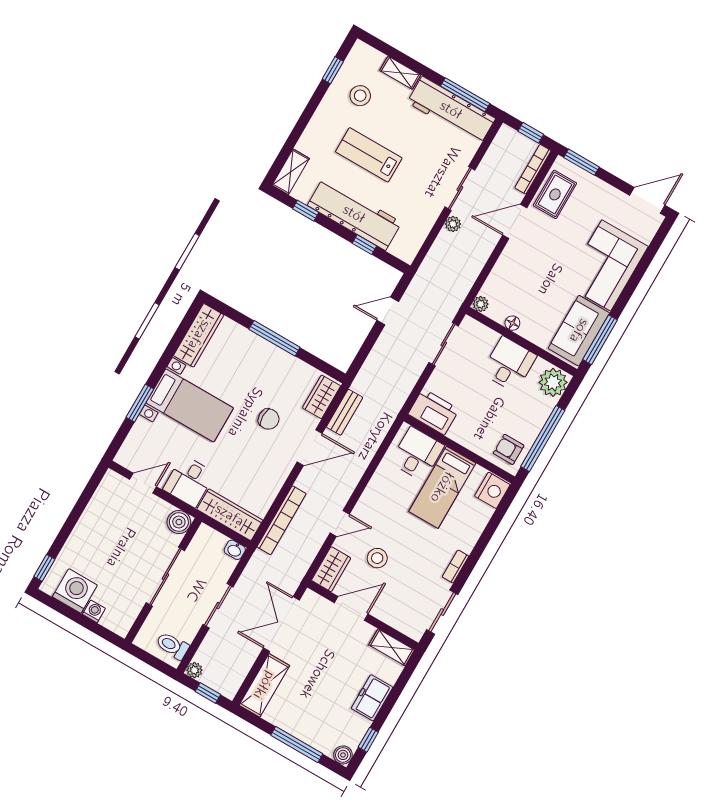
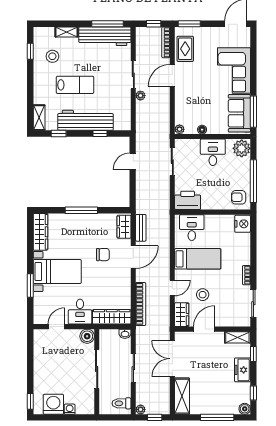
lab bench: (369, 155) -> (75, 85), turned 180
bed: (442, 487) -> (198, 259), moved, turned -90
window: (400, 684) -> (253, 354), added

